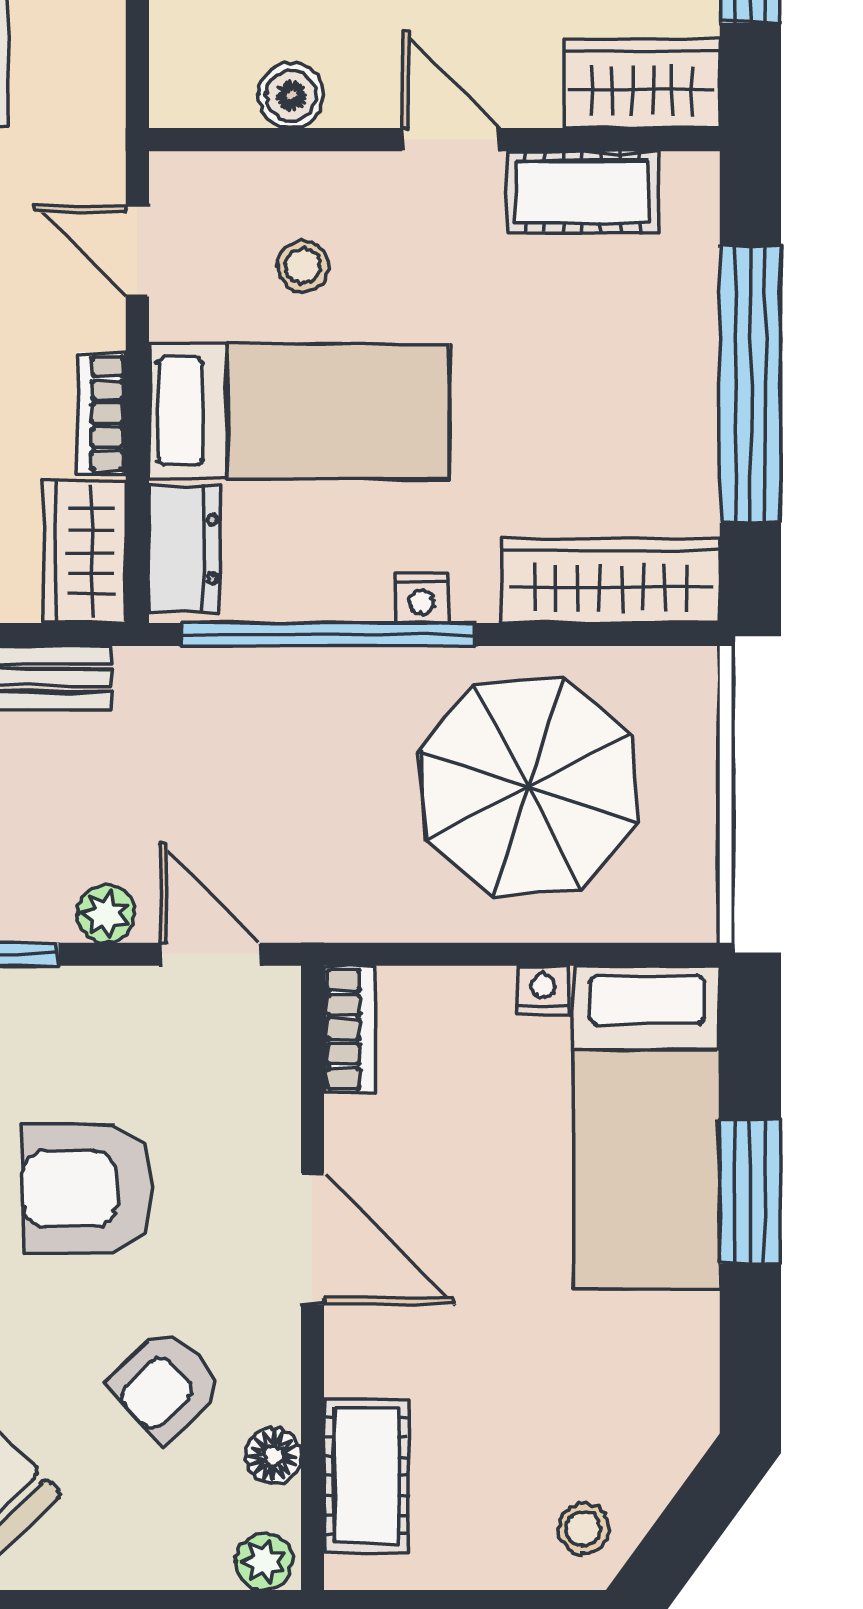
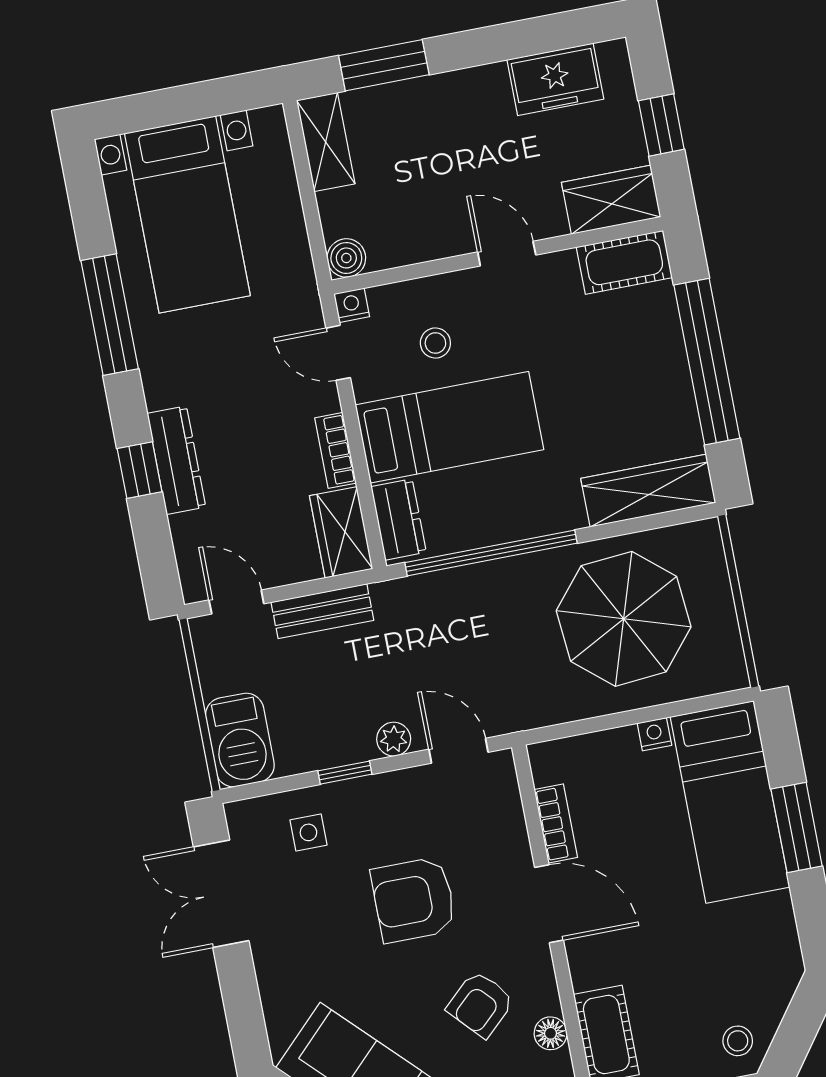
boiler: (291, 95) -> (346, 258), moved
cot: (582, 192) -> (624, 262), moved
nightstand: (422, 598) -> (352, 305), moved, turned 180
bookcase: (349, 1029) -> (556, 823), moved

